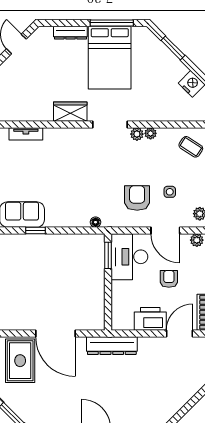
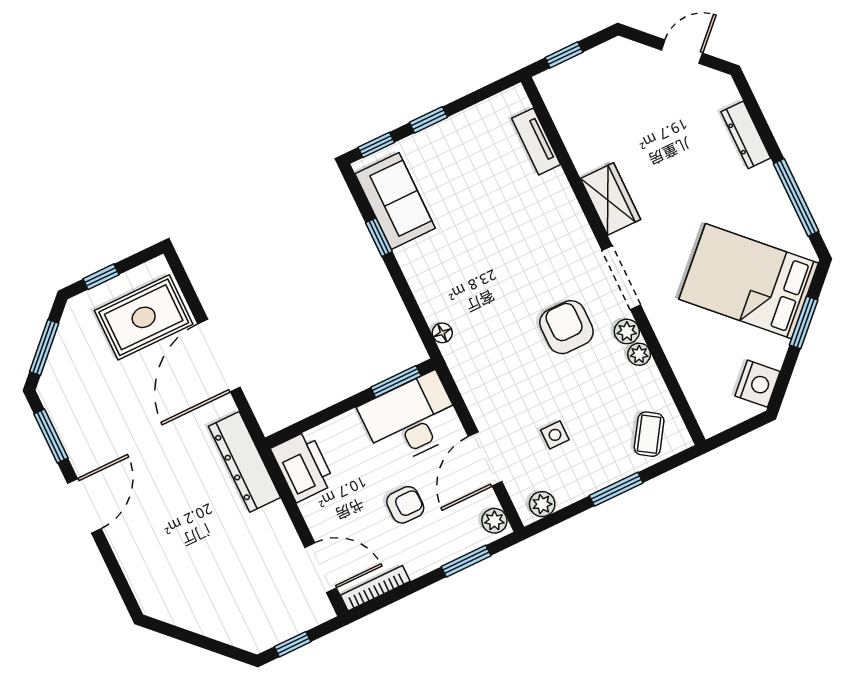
bed: (110, 58) -> (749, 281), moved, turned 45
armchair: (137, 198) -> (566, 327), moved, turned -90
printer: (150, 319) -> (303, 466), moved

